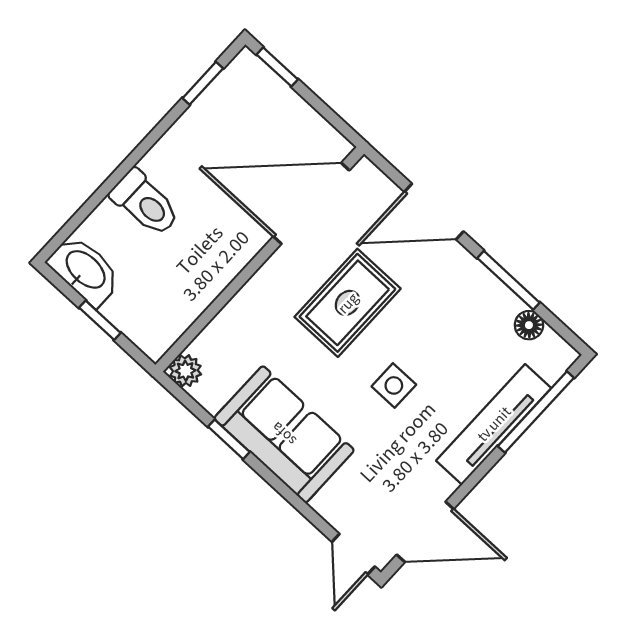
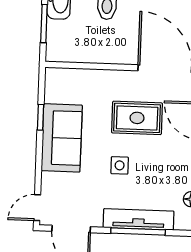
window: (100, 320) -> (44, 24), width x1.50
plant: (185, 371) -> (53, 76), removed
window: (536, 412) -> (138, 231), moved

